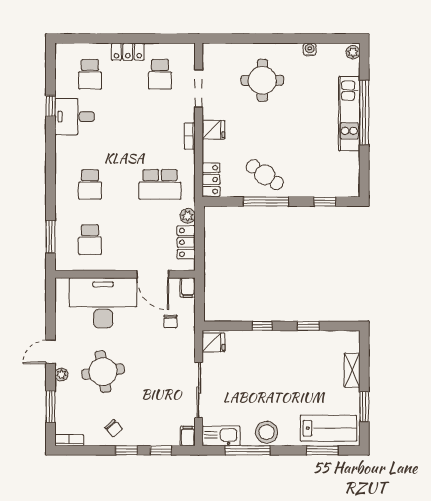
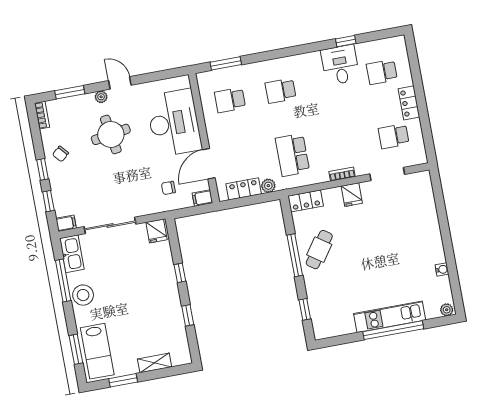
round table: (262, 80) -> (406, 231), removed

